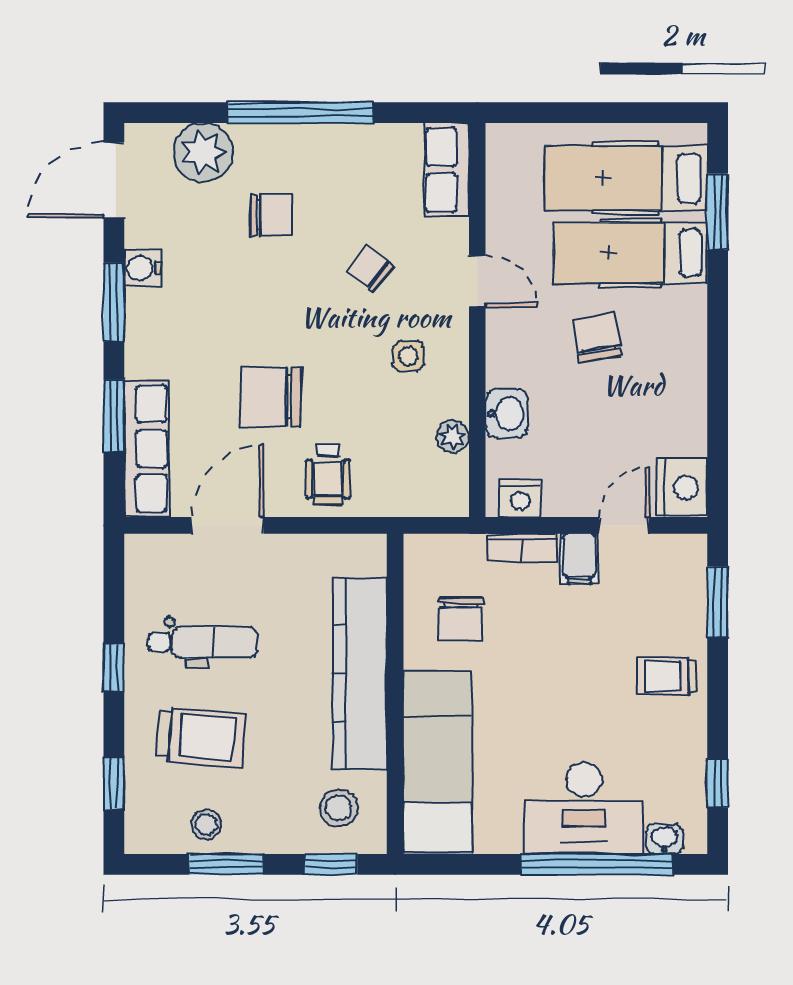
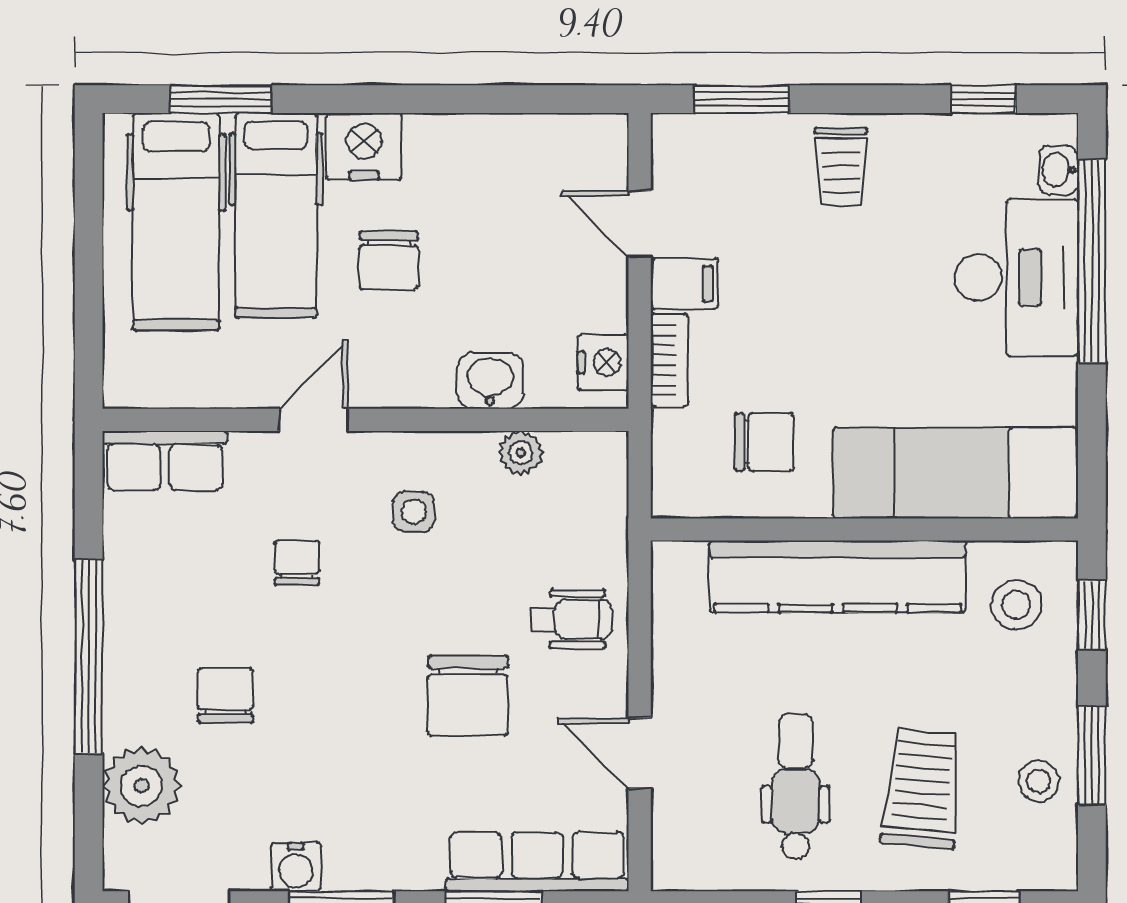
chair: (370, 269) -> (297, 562), turned 141
chair: (597, 338) -> (389, 260), turned -80
nightstand: (682, 487) -> (364, 147), moved
door: (227, 525) -> (640, 753), width x0.73

